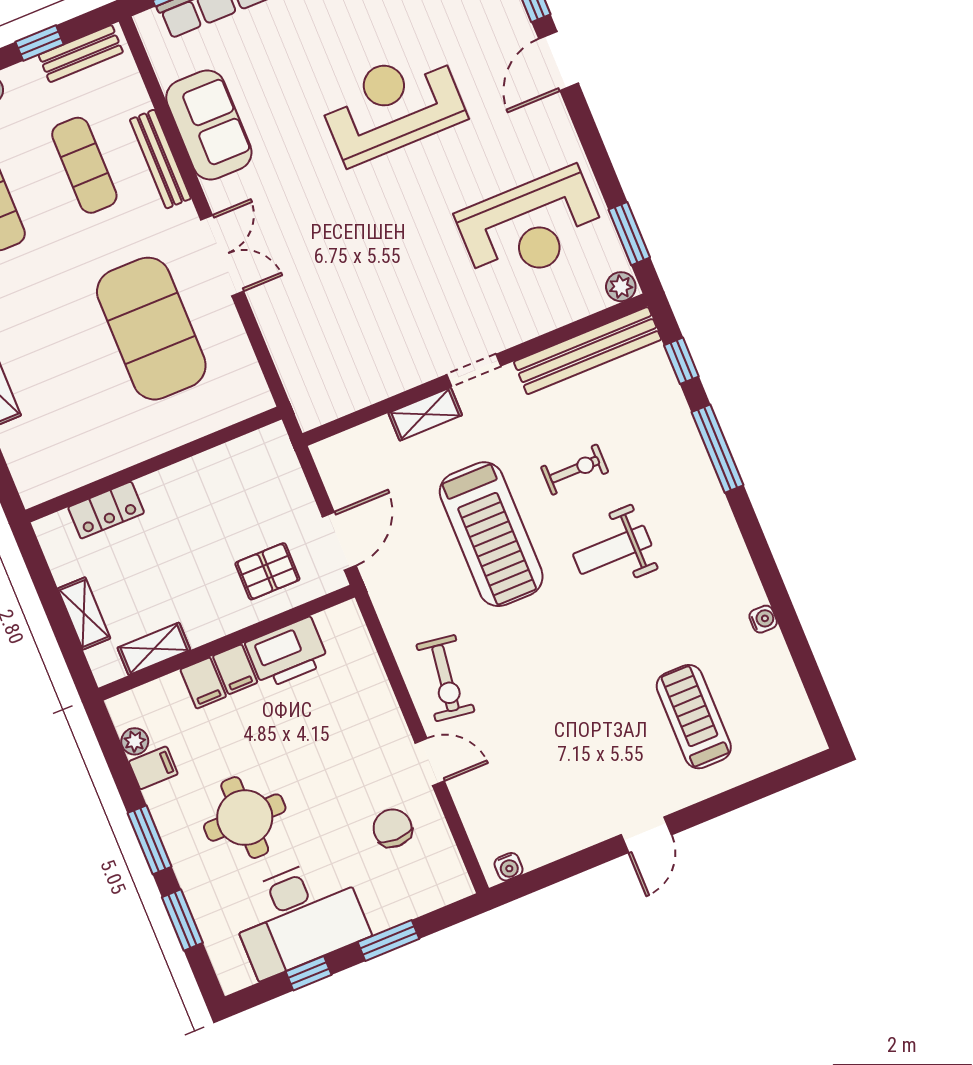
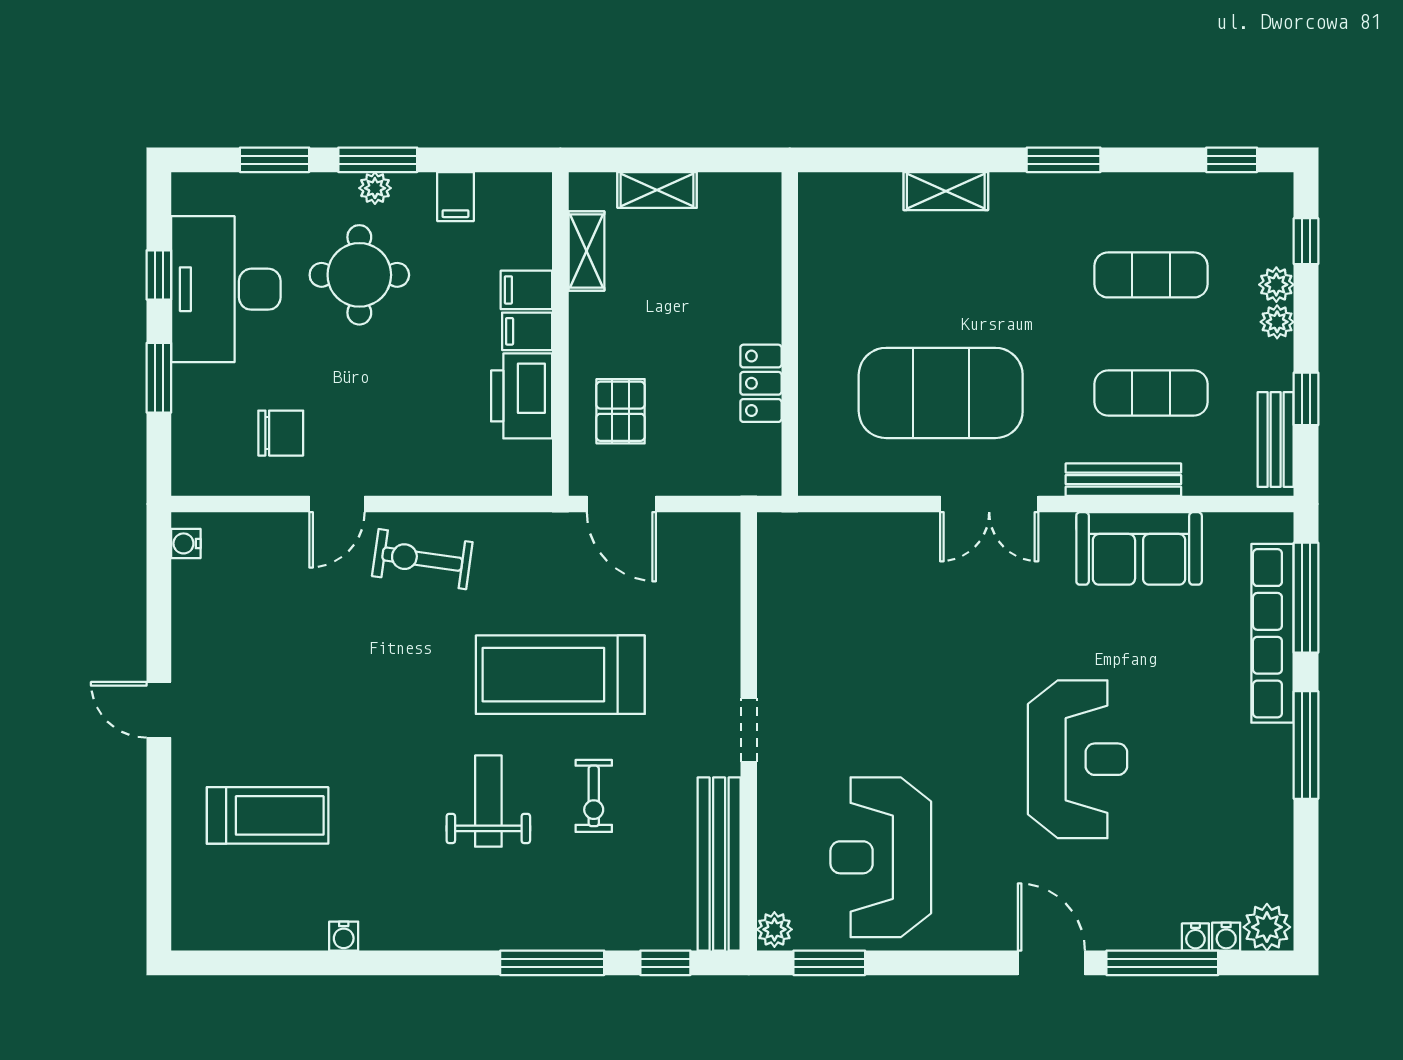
shelving: (425, 414) -> (723, 656), removed
locker: (106, 510) -> (761, 383), moved
plant: (135, 741) -> (375, 188), moved

